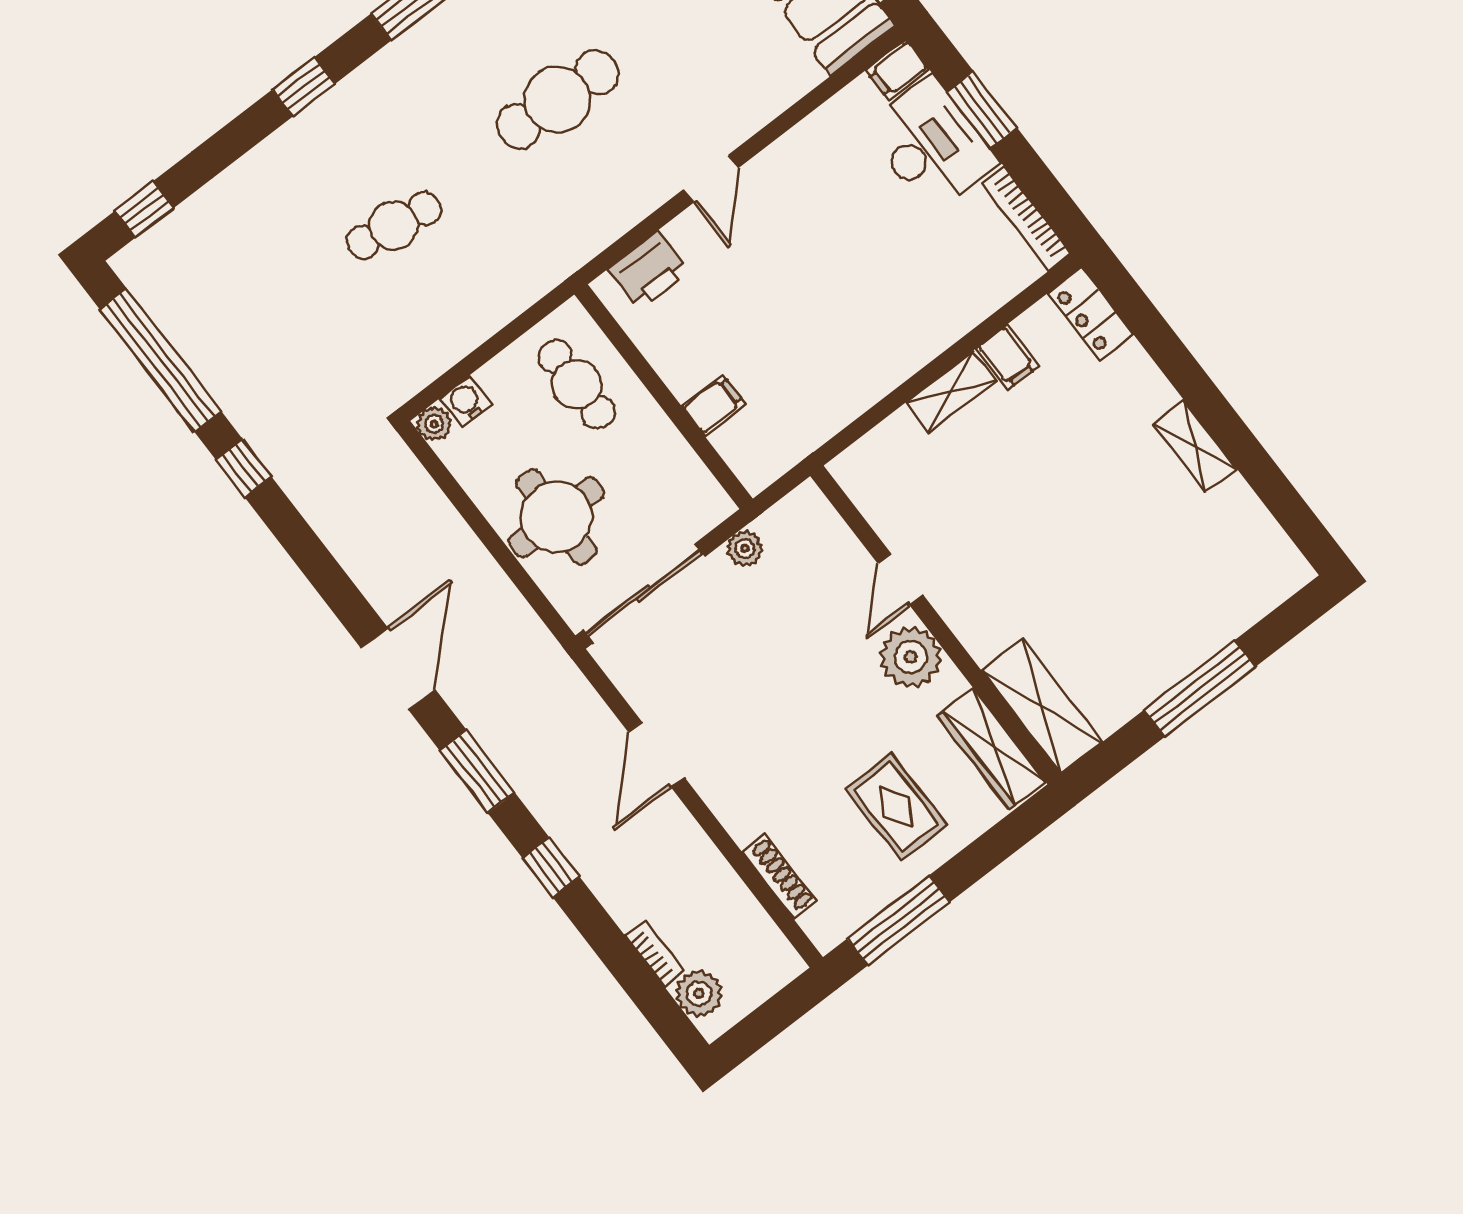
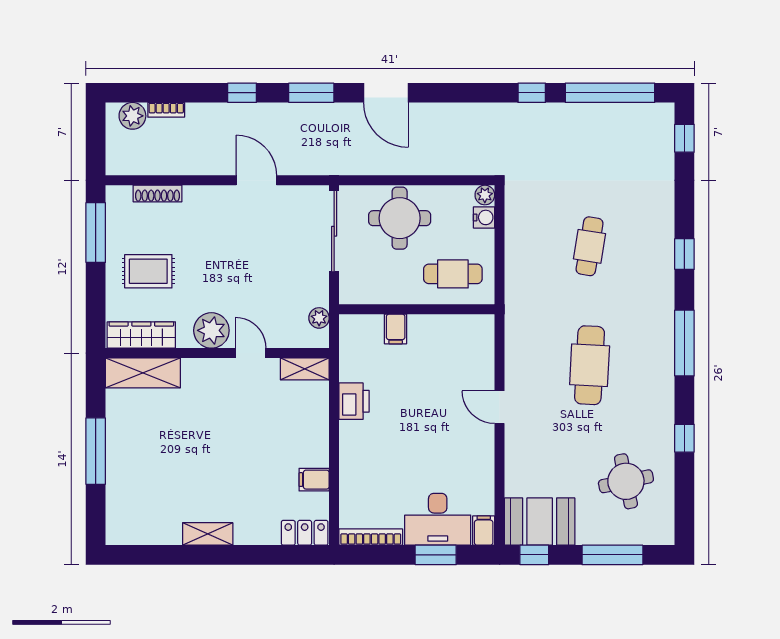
printer: (649, 270) -> (354, 401), moved, turned 180
shelving: (951, 392) -> (305, 369), moved, turned 90
plant: (745, 549) -> (319, 318), moved

